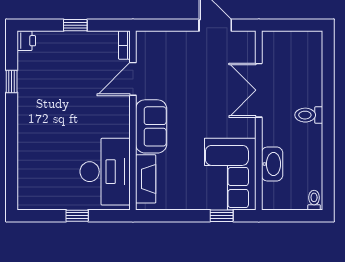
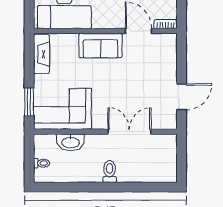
fireplace: (146, 179) -> (42, 54), moved, turned -90
toilet: (314, 200) -> (42, 163), moved
window: (222, 216) -> (29, 102), width x1.50

